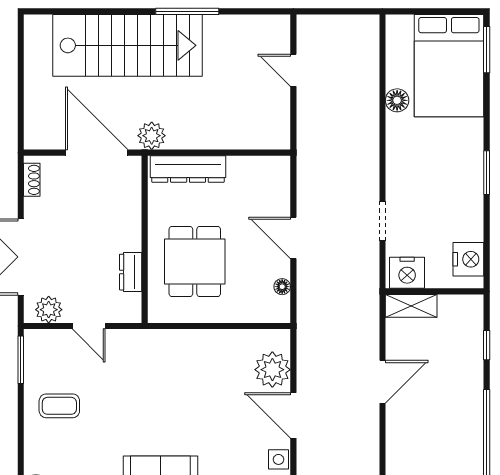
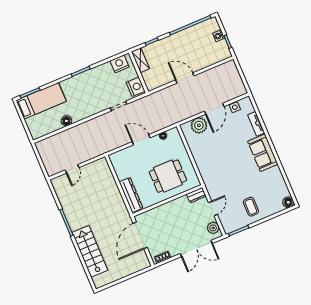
stairs: (127, 45) -> (90, 251), width x0.73, depth x0.66
bed: (449, 66) -> (41, 101), width x0.67
plant: (152, 136) -> (124, 216), removed
door: (293, 238) -> (141, 140), swing flipped
dresser: (131, 272) -> (196, 195), moved
shelving: (411, 306) -> (140, 60), moved

